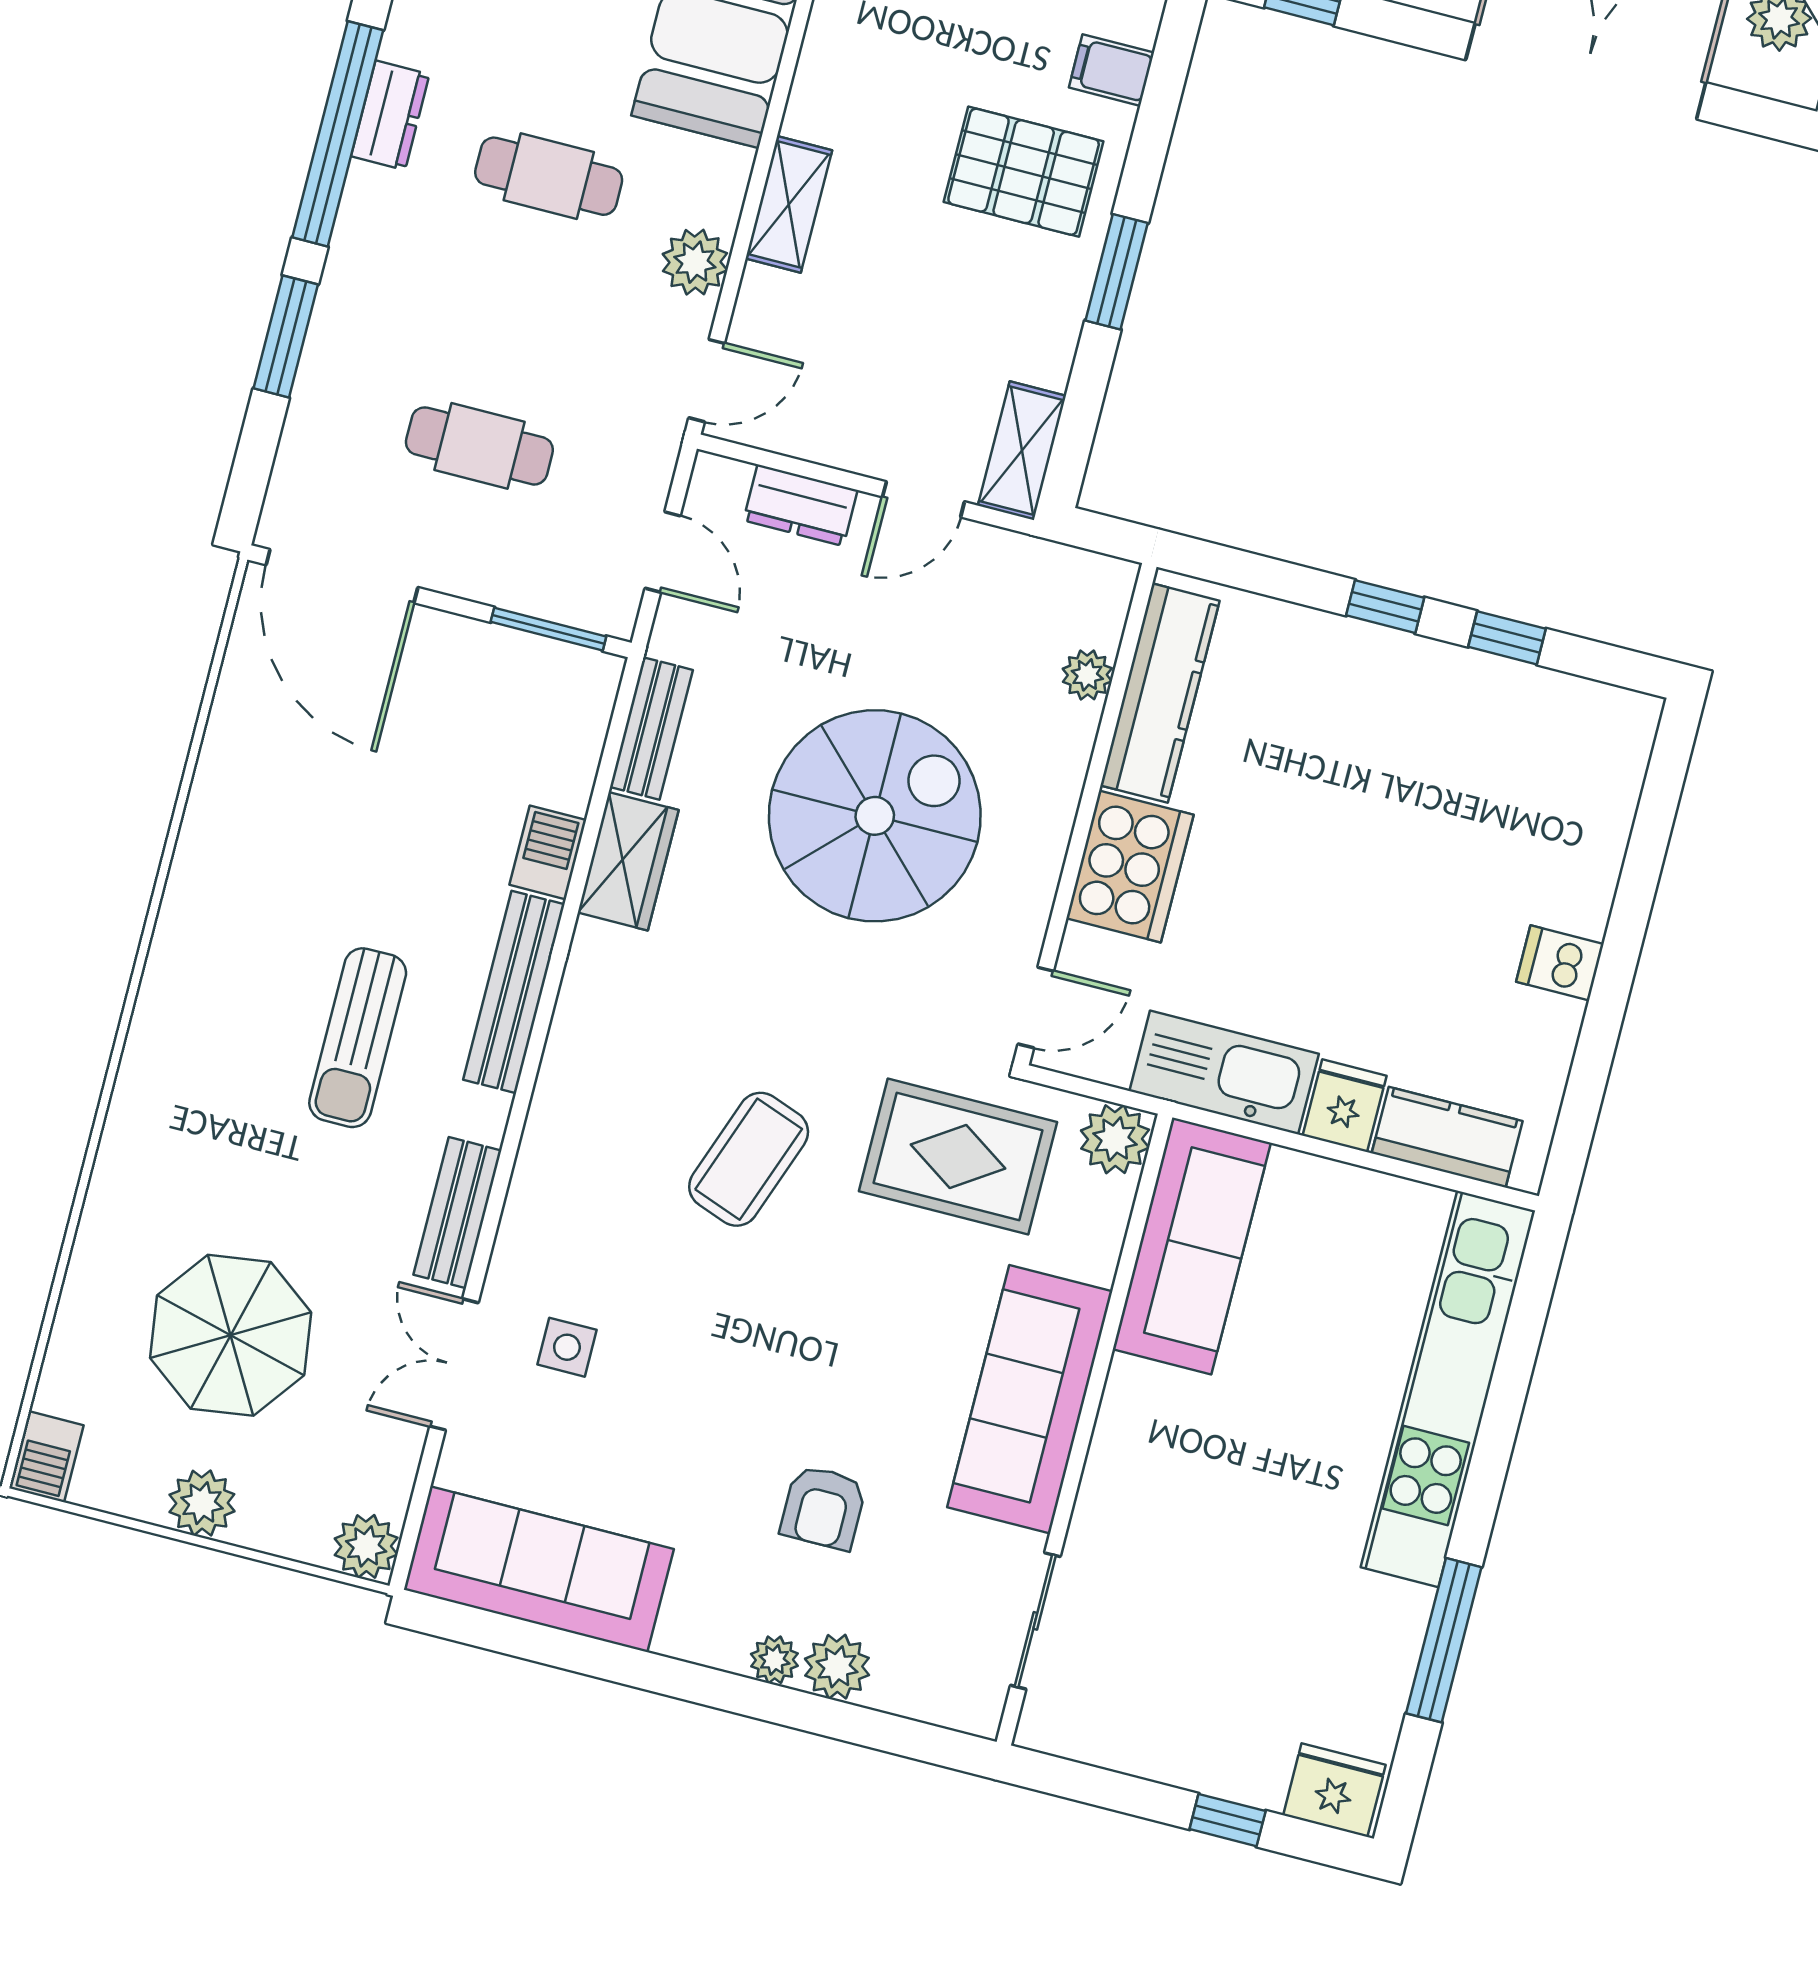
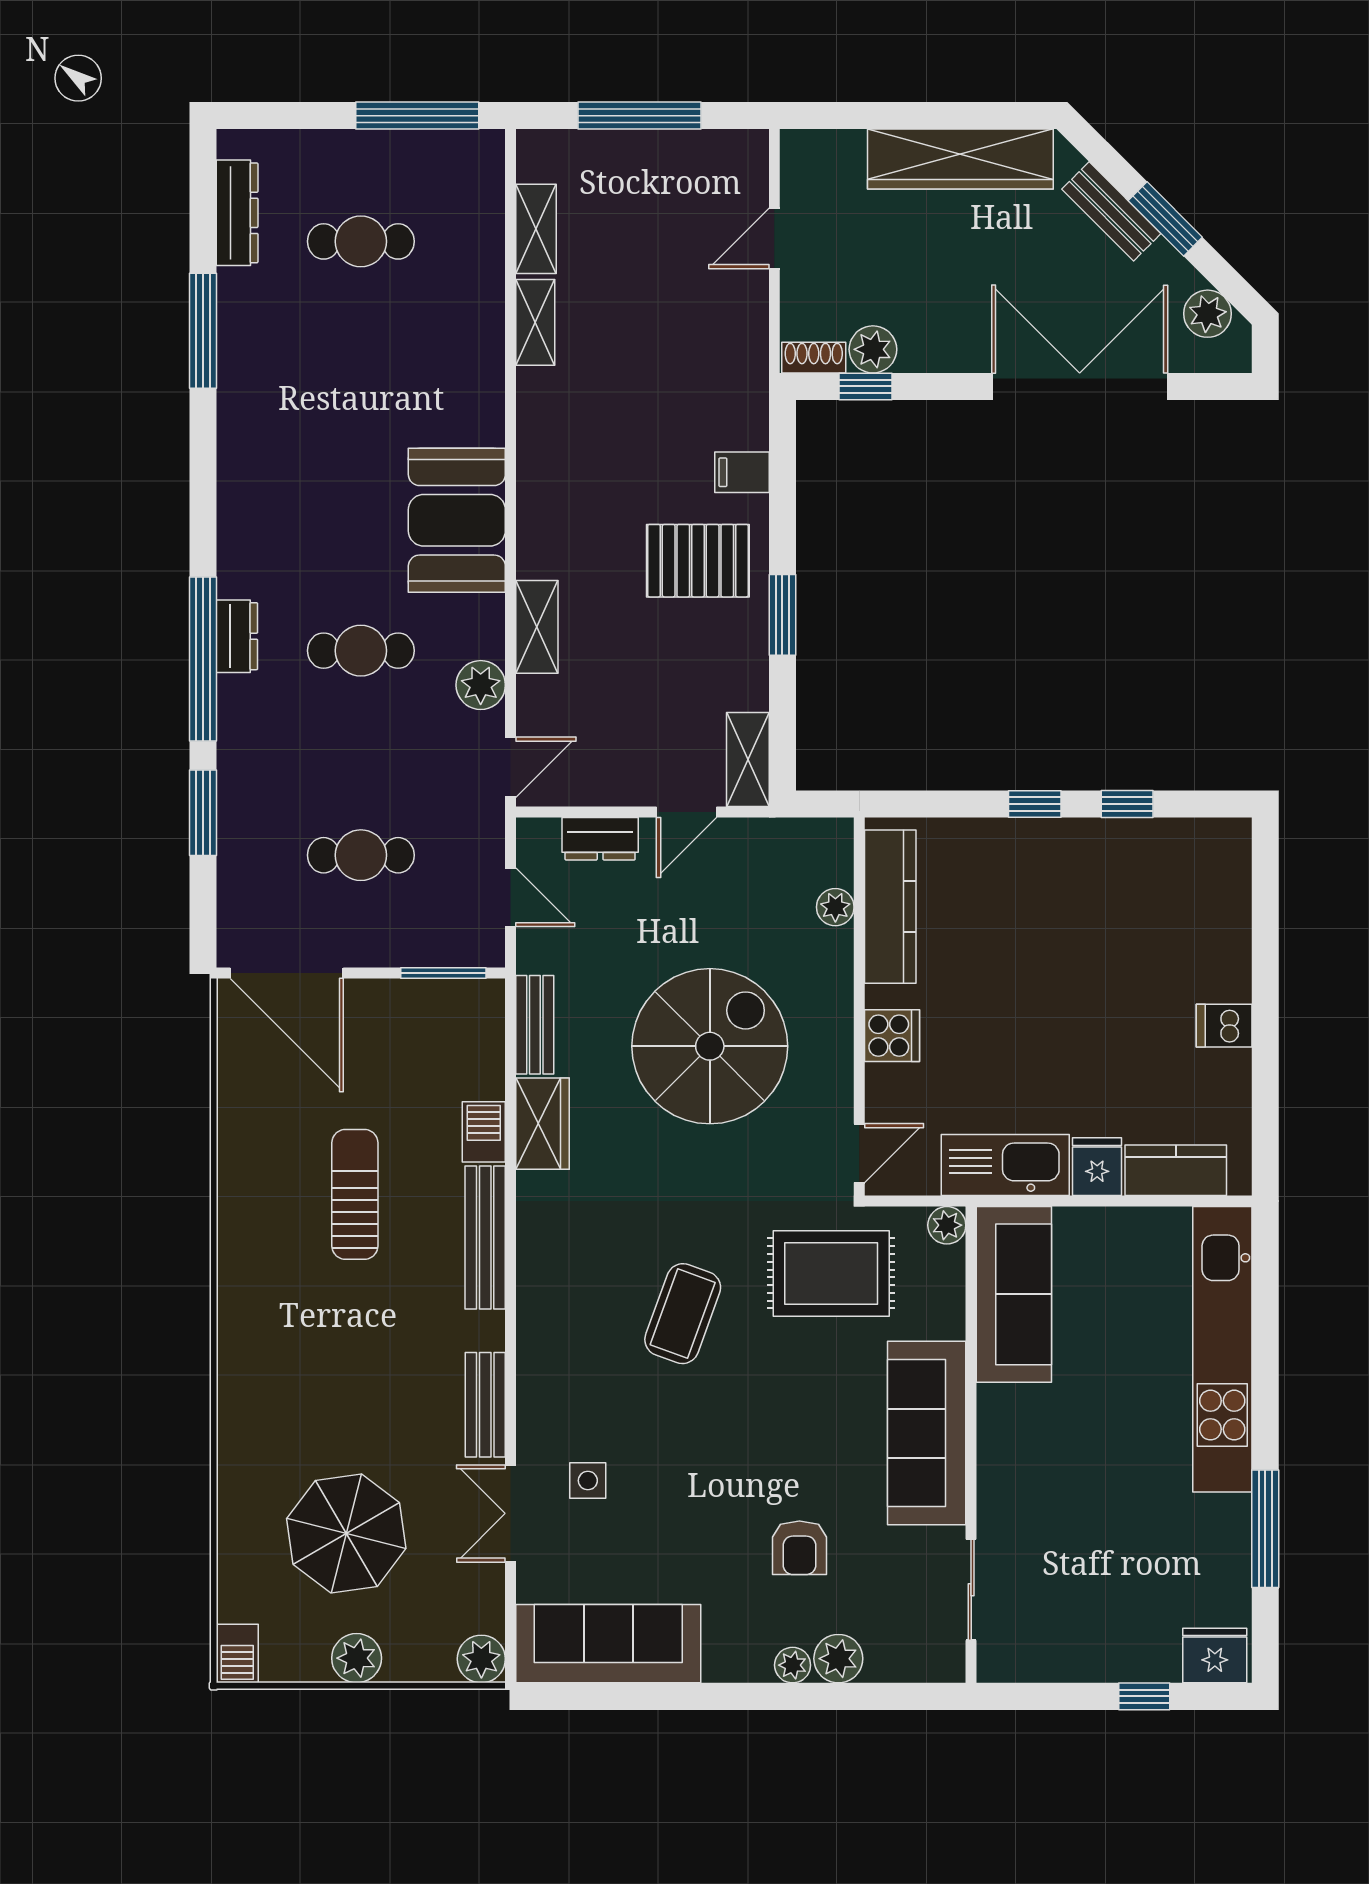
cooker: (1130, 866) -> (892, 1036), width x0.53, depth x0.76
sun lounger: (358, 1038) -> (355, 1194), moved, turned 180
plant: (1115, 1139) -> (947, 1225), width x0.73, depth x0.73

